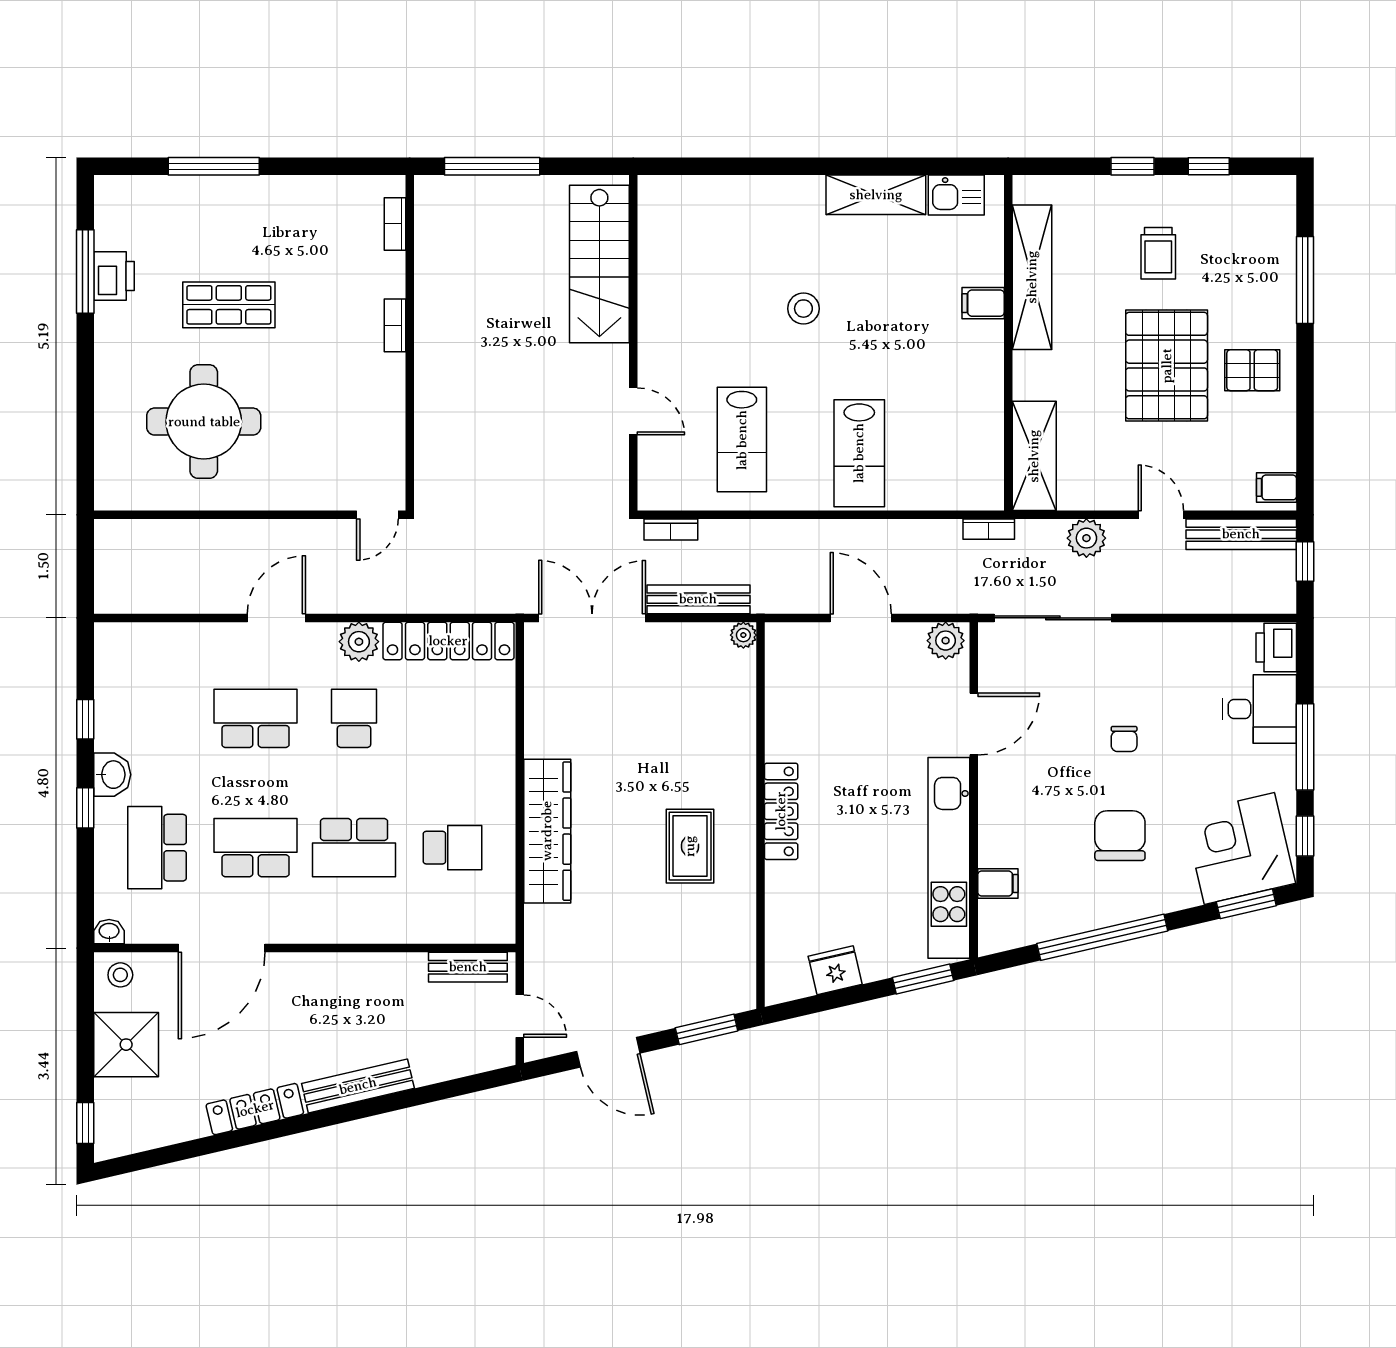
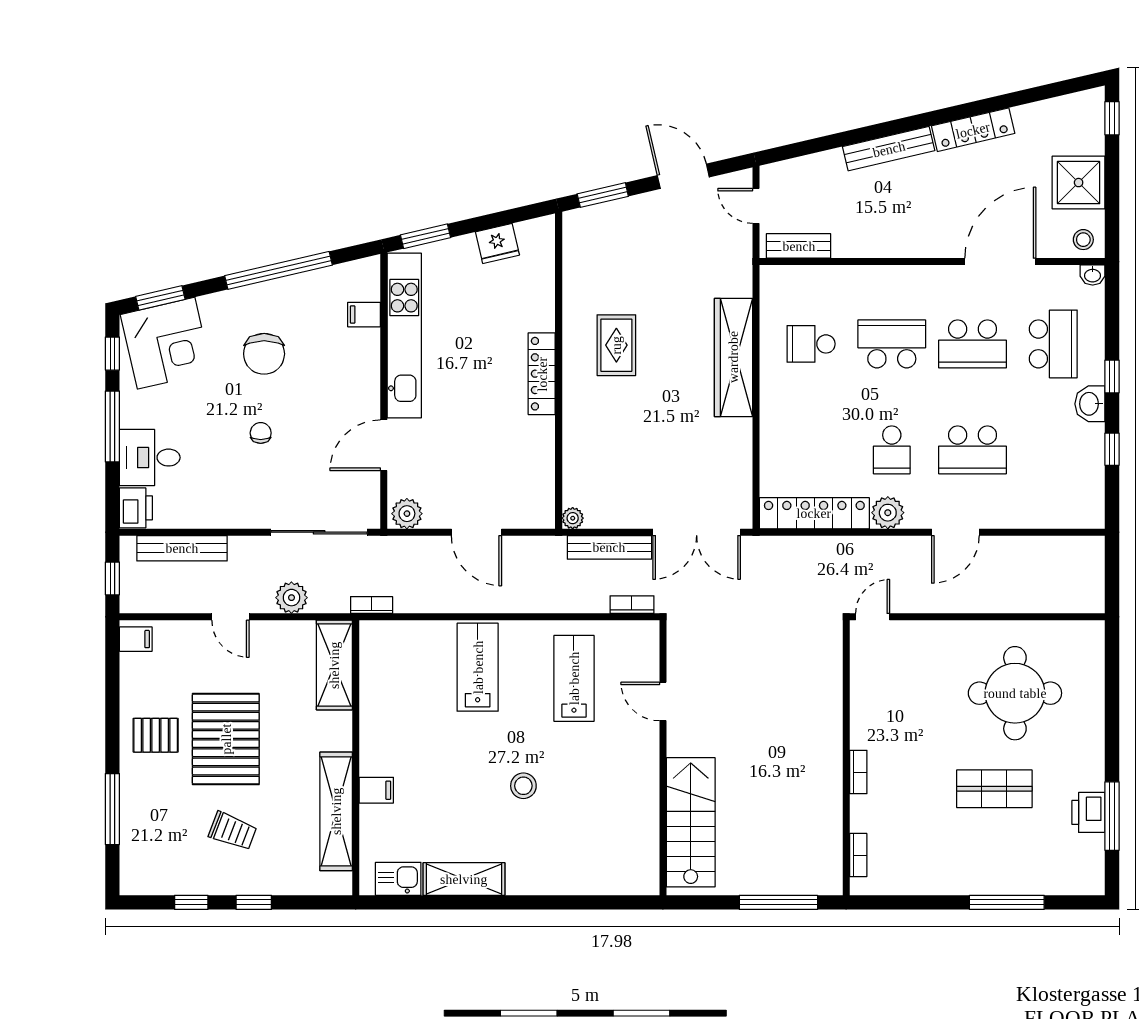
trolley: (1158, 253) -> (233, 831), turned 111
bench: (1241, 534) -> (182, 548), moved

